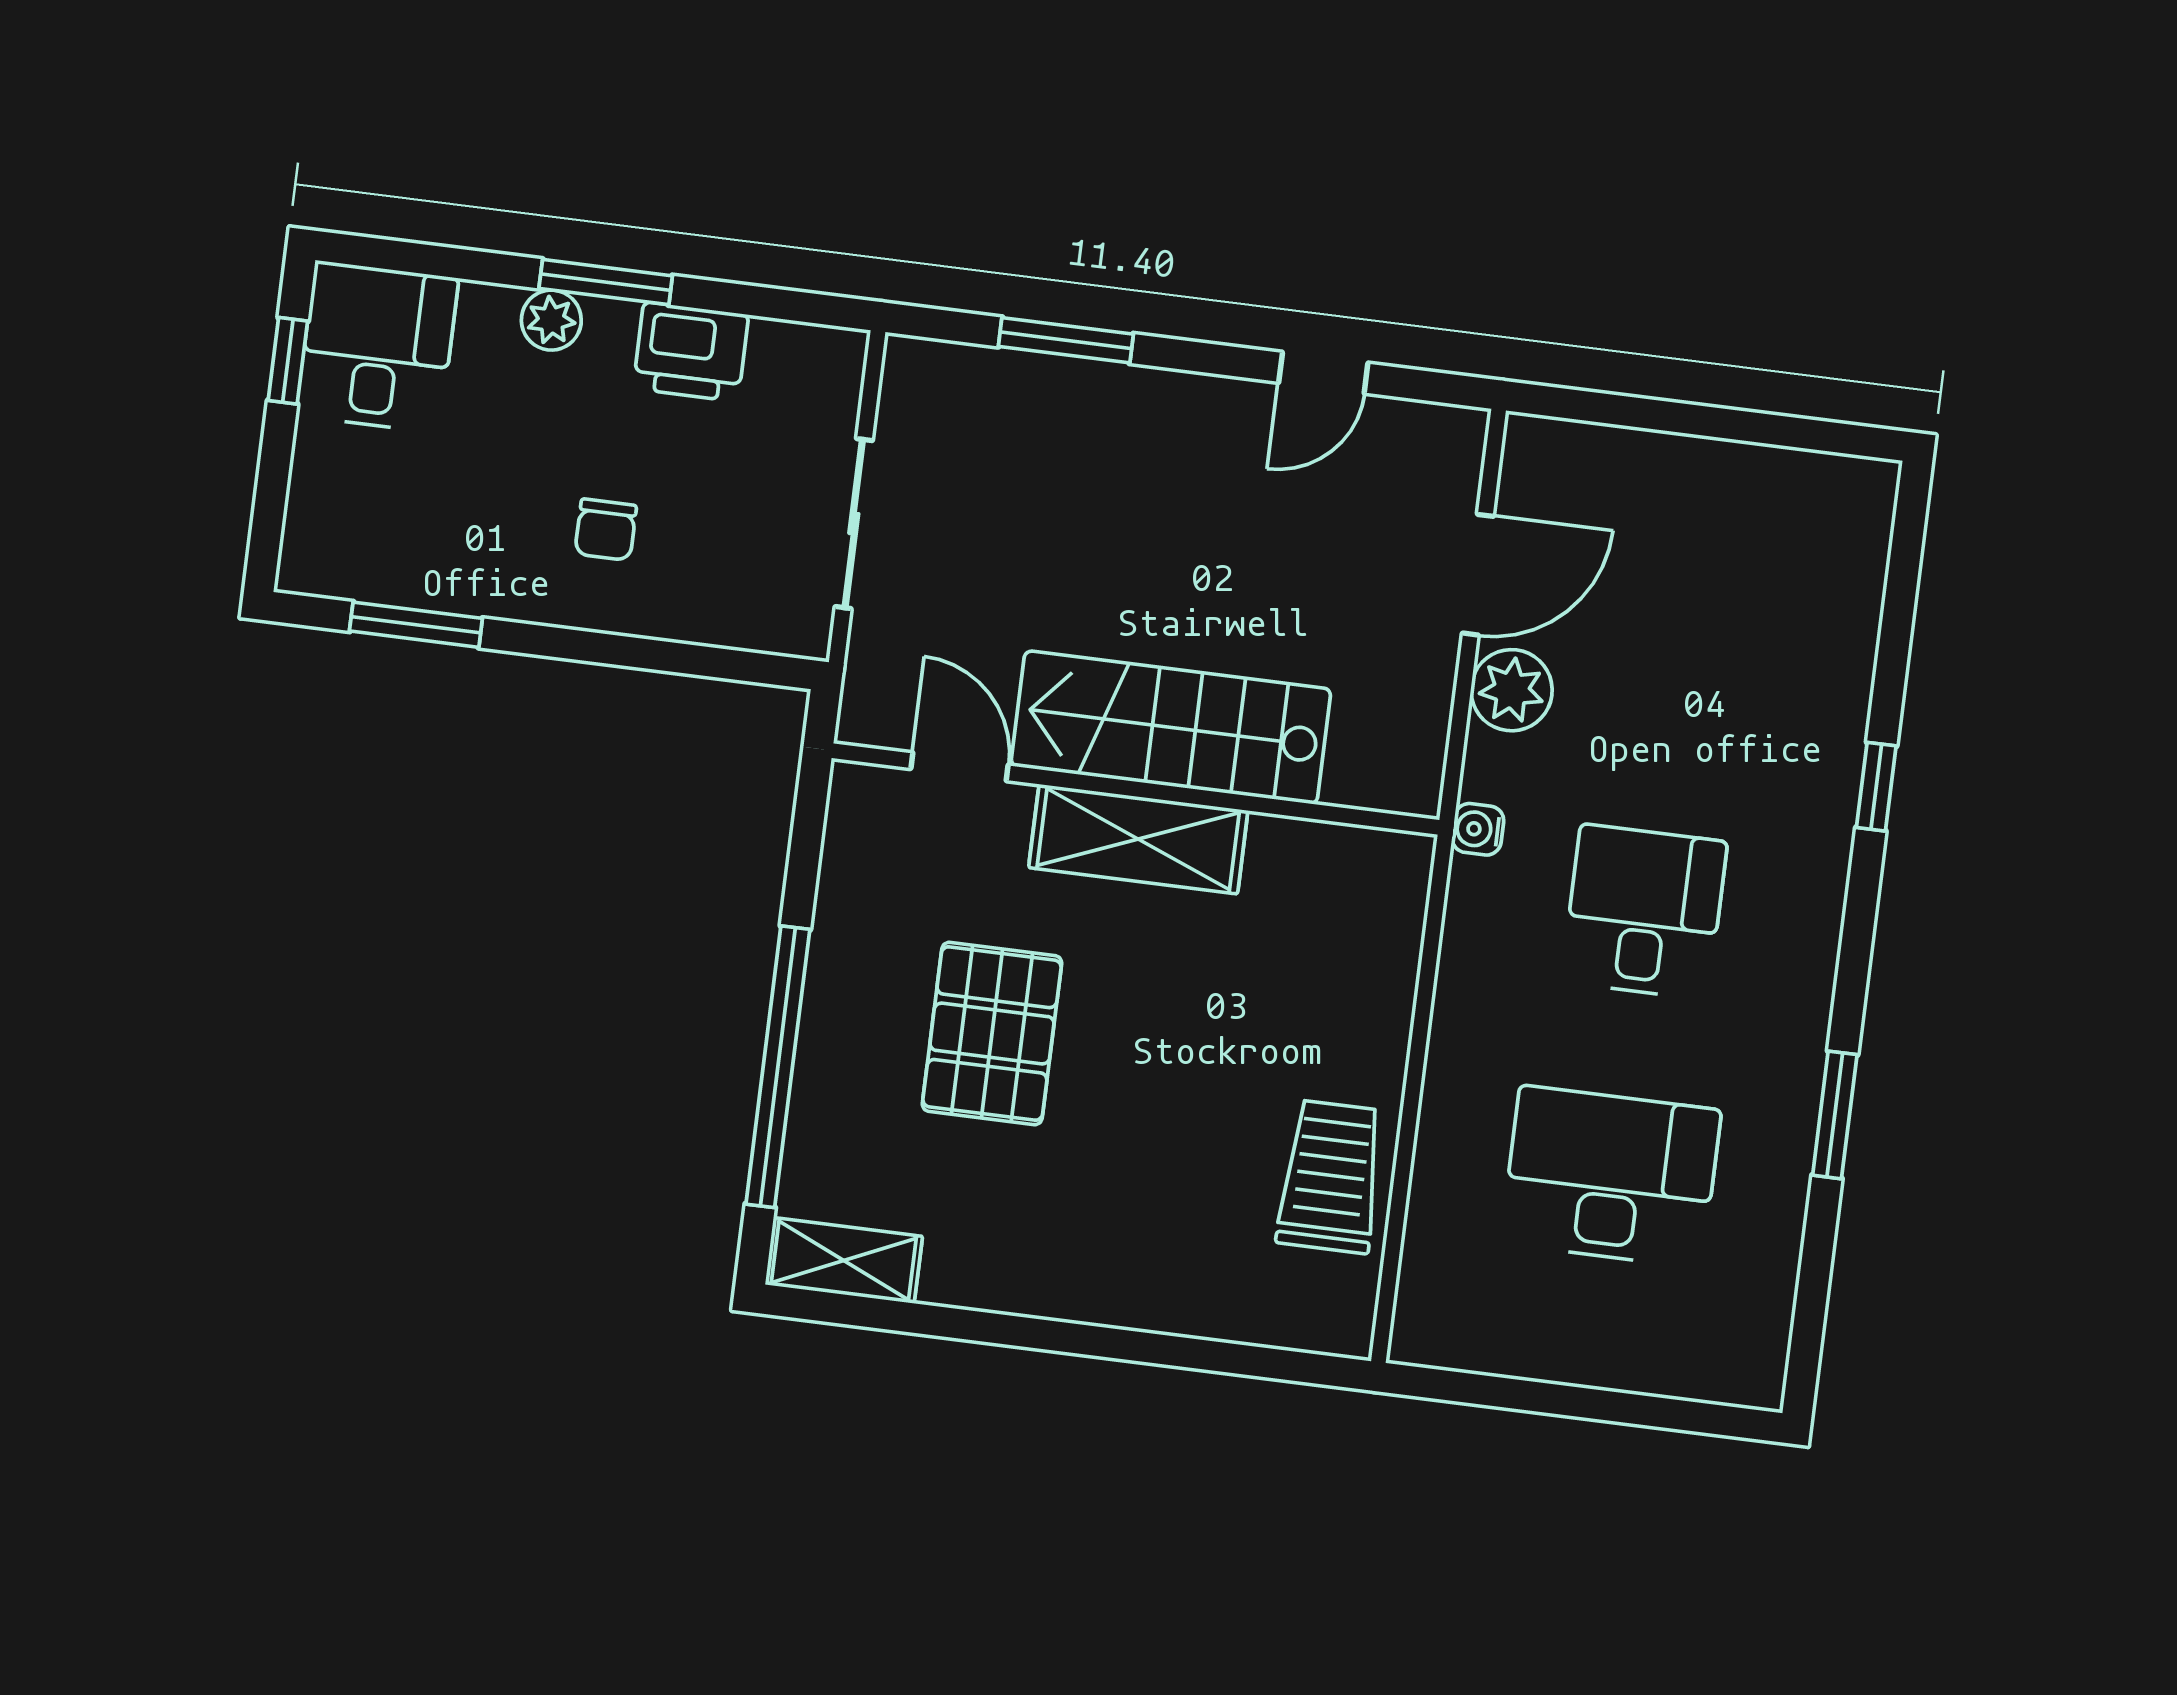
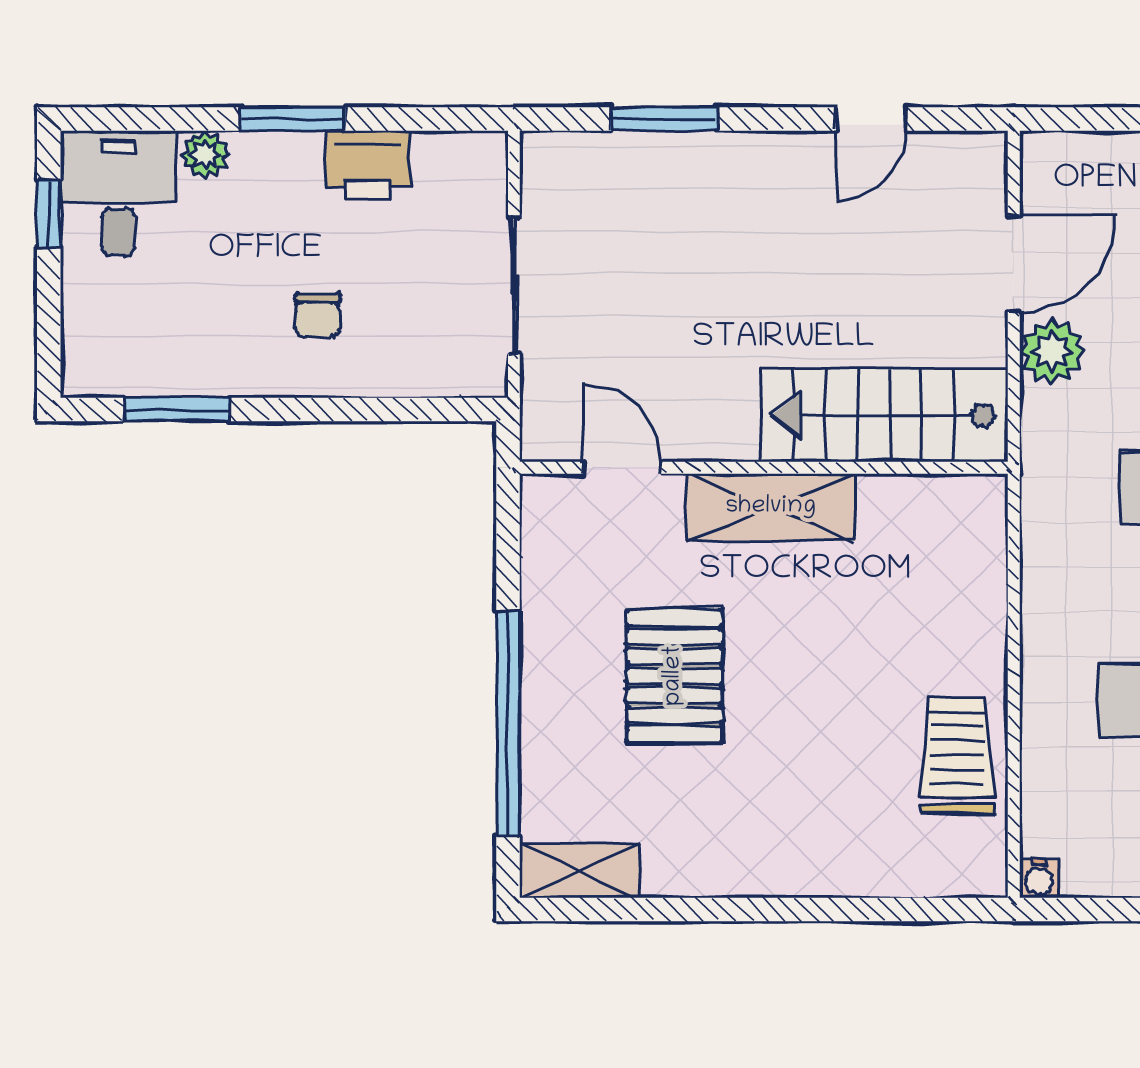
plant: (551, 320) -> (205, 155), moved
stairs: (1171, 727) -> (885, 415), moved
water cooler: (1478, 829) -> (1039, 878), moved, turned -90

